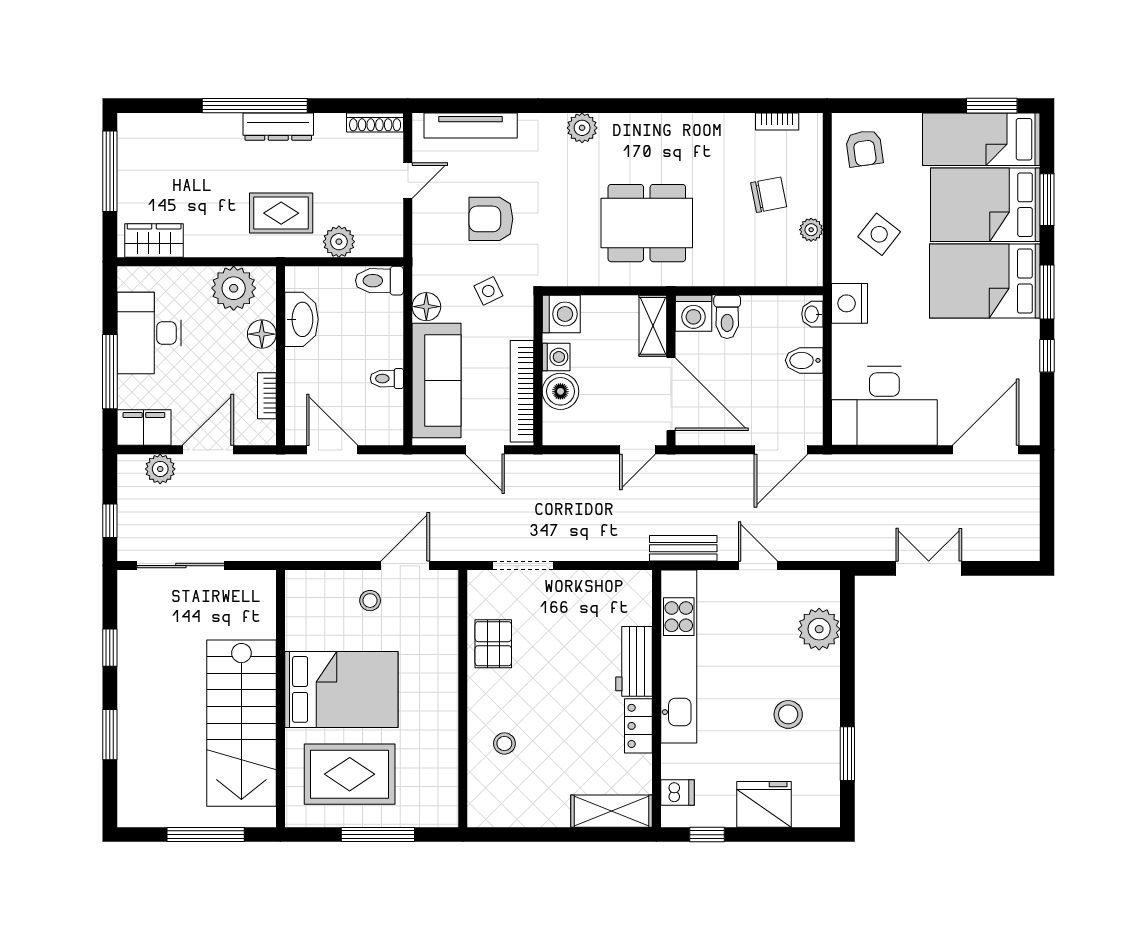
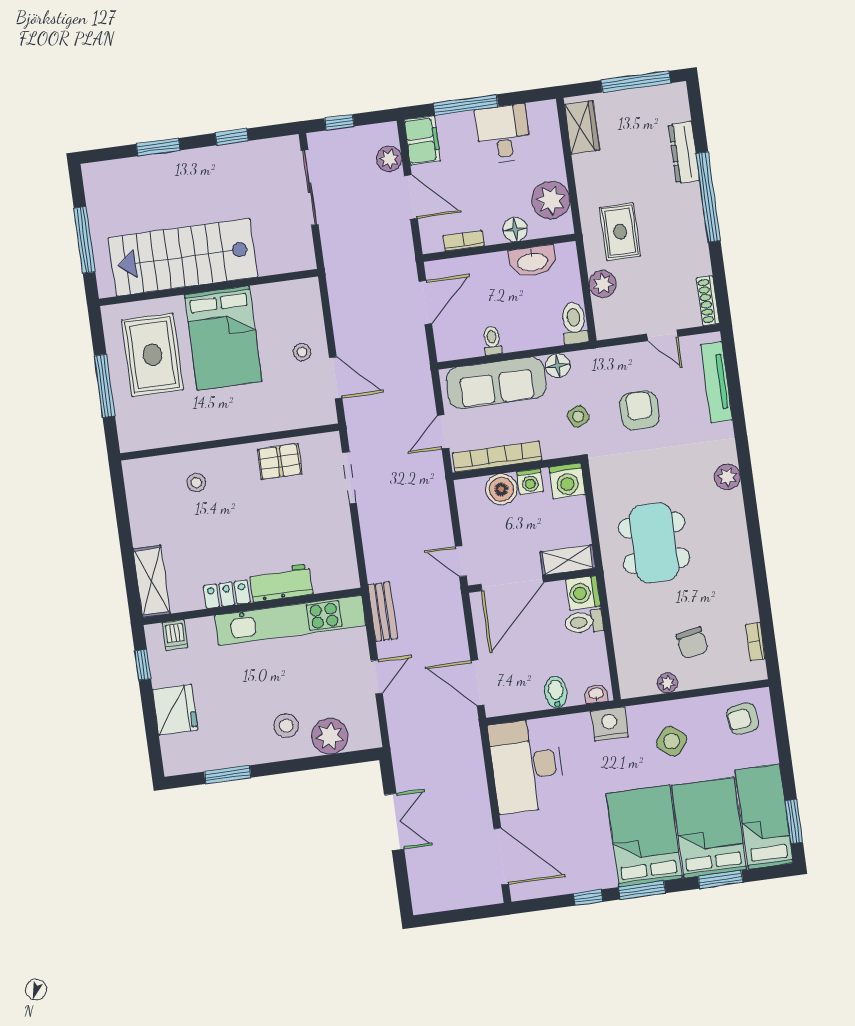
dresser: (278, 127) -> (684, 152), moved
desk: (149, 333) -> (503, 134), width x0.73
stool: (788, 714) -> (286, 726), moved

